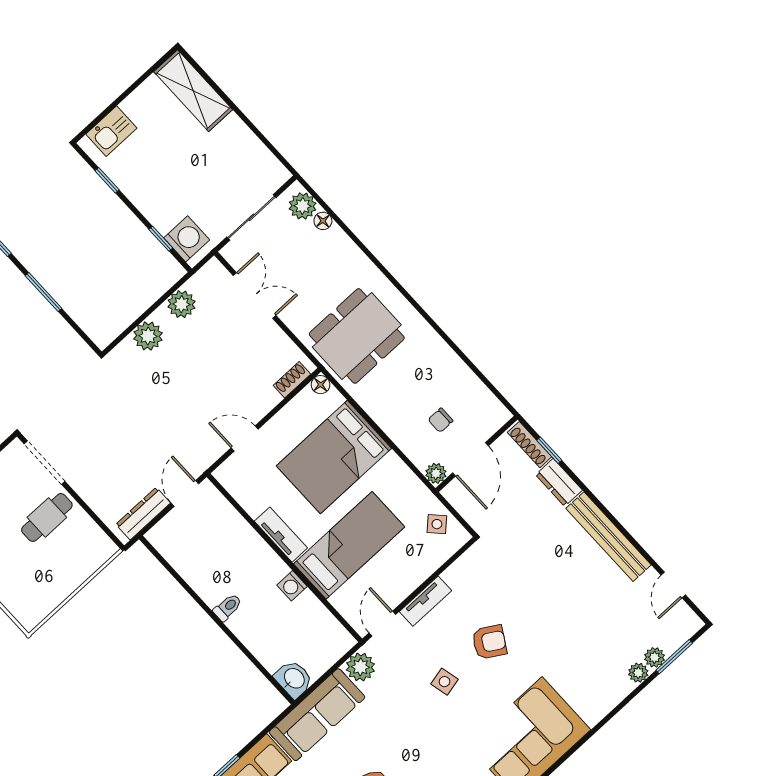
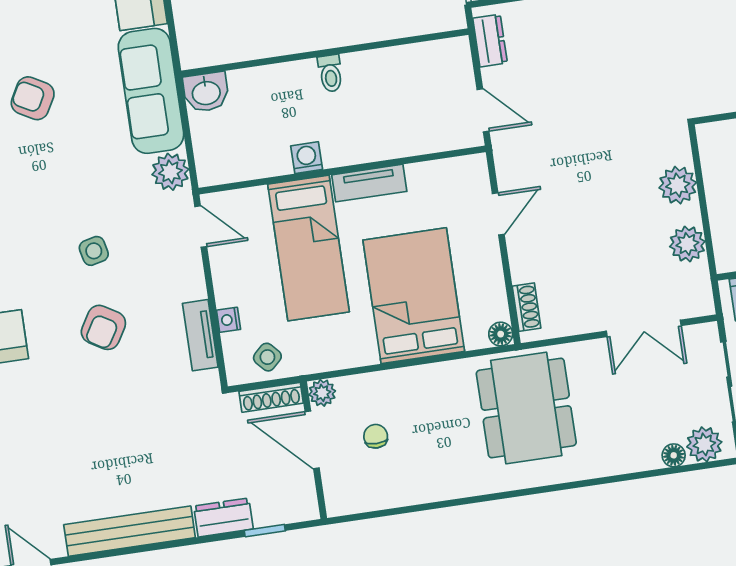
shoe rack: (530, 445) -> (271, 397), moved, turned 180
dresser: (143, 514) -> (490, 41), width x0.70
nightstand: (430, 565) -> (229, 320), added
tv unit: (426, 601) -> (200, 335), moved

